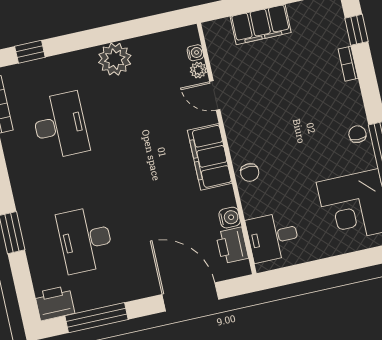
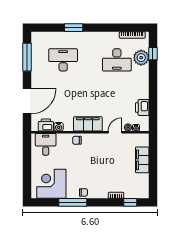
plant: (115, 59) -> (141, 58), moved
printer: (55, 303) -> (142, 108), moved, turned 180

